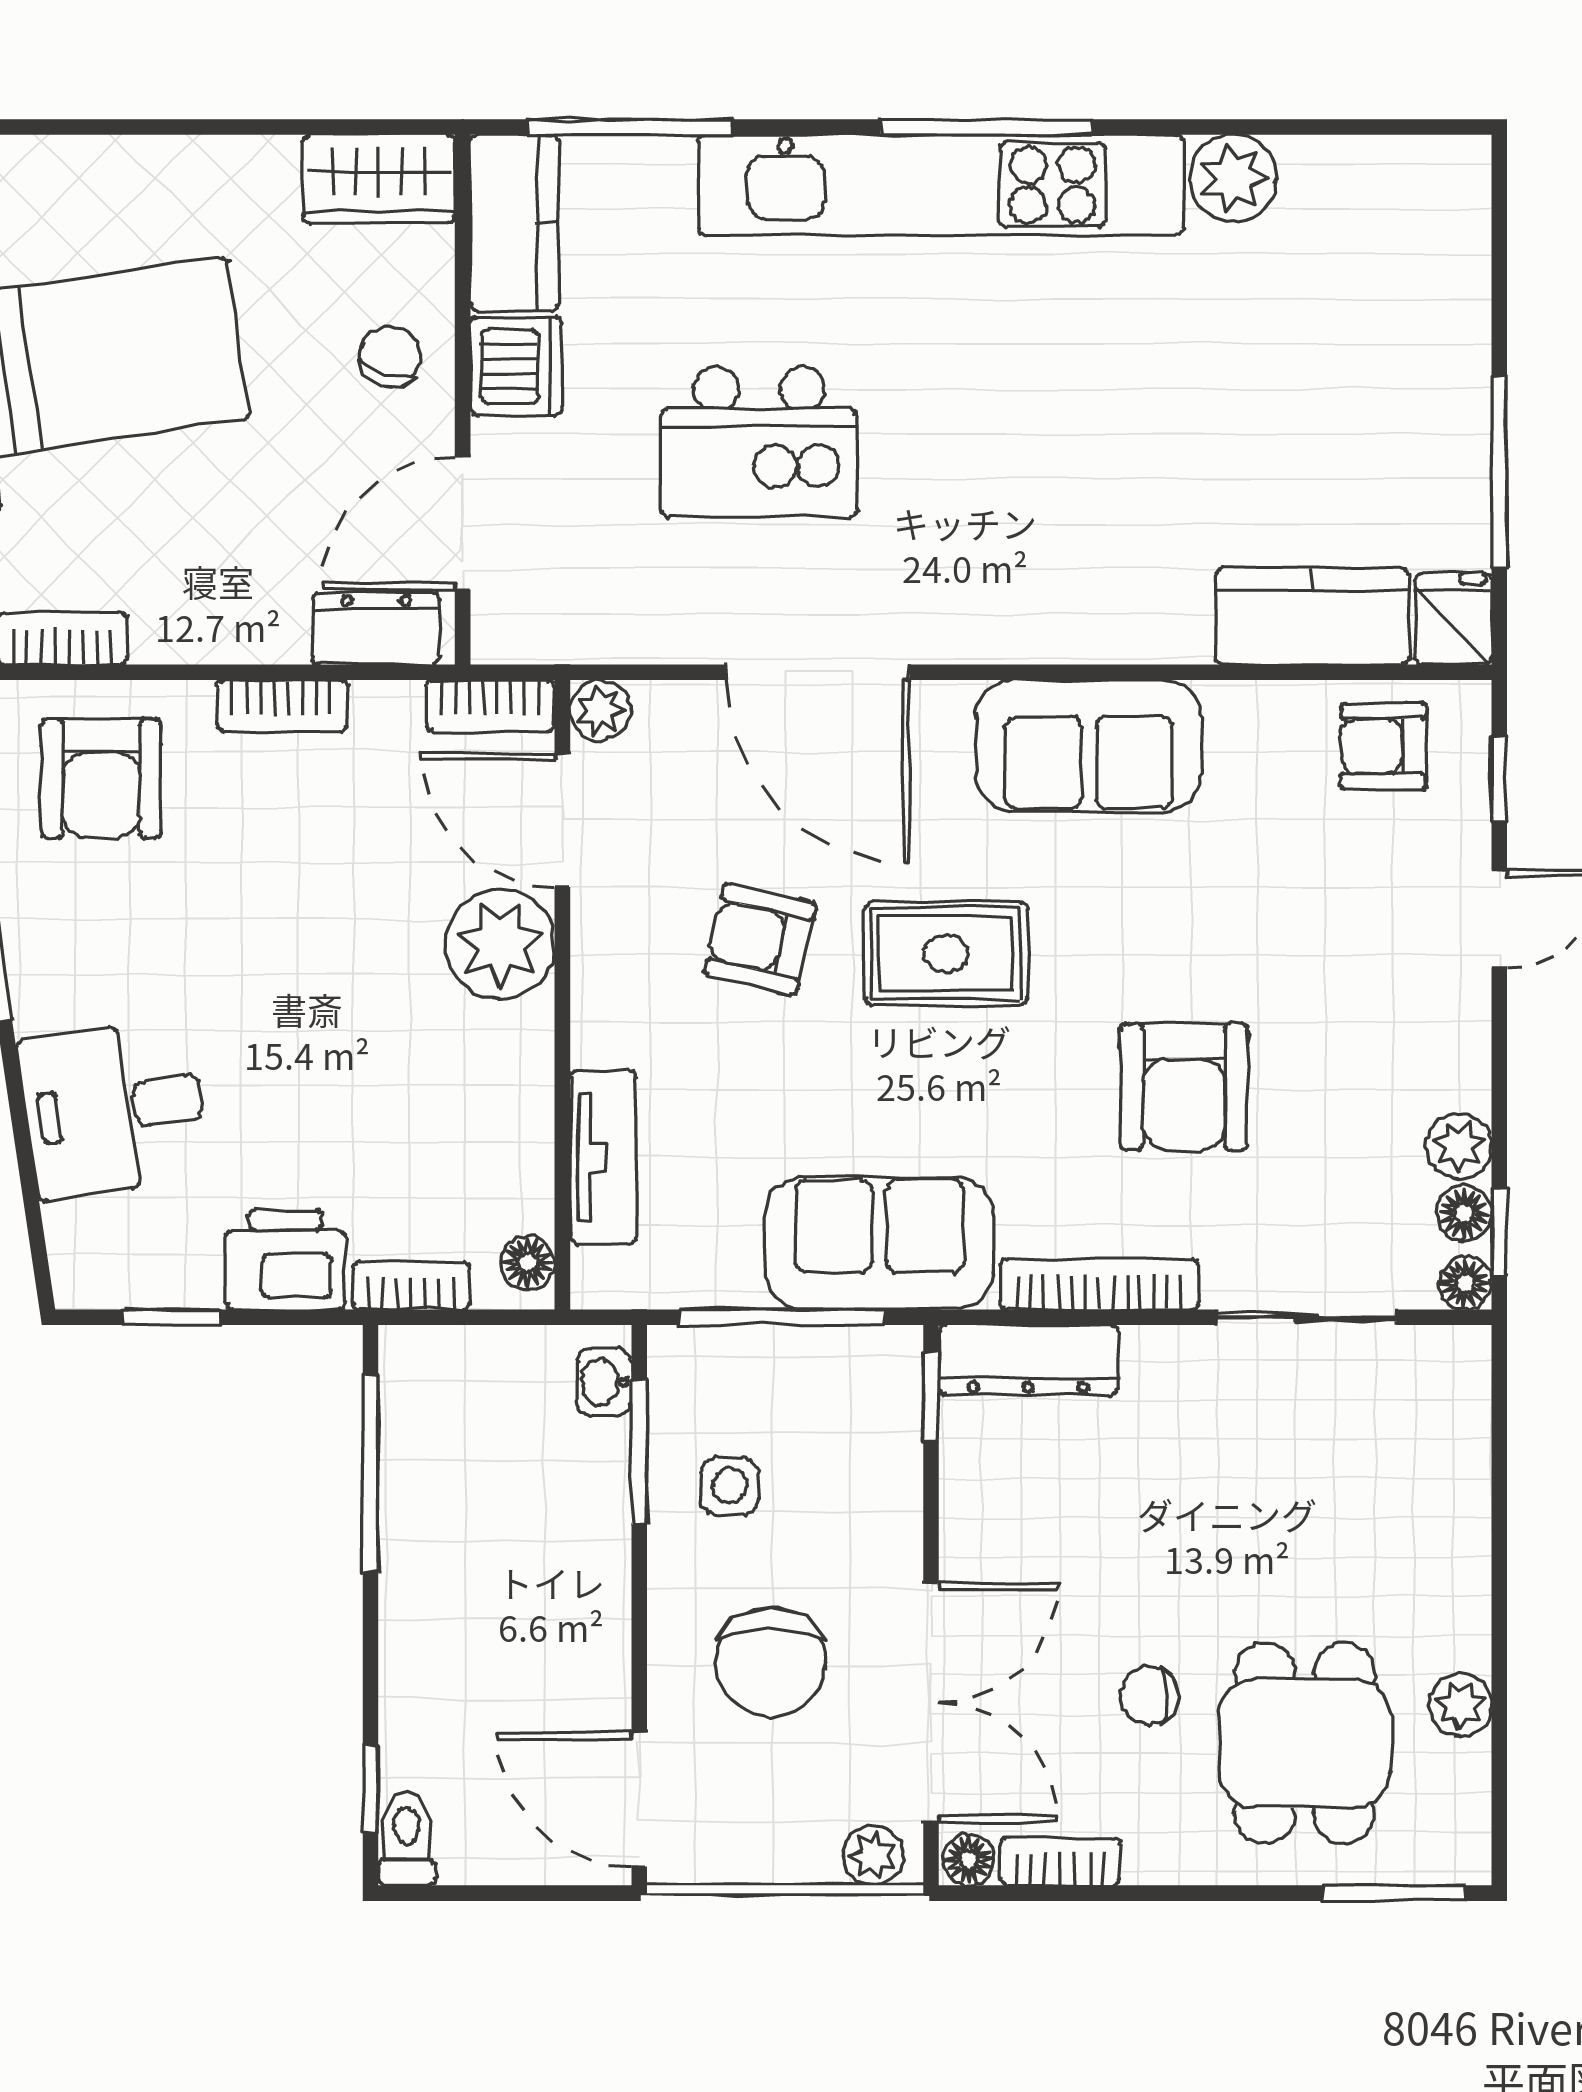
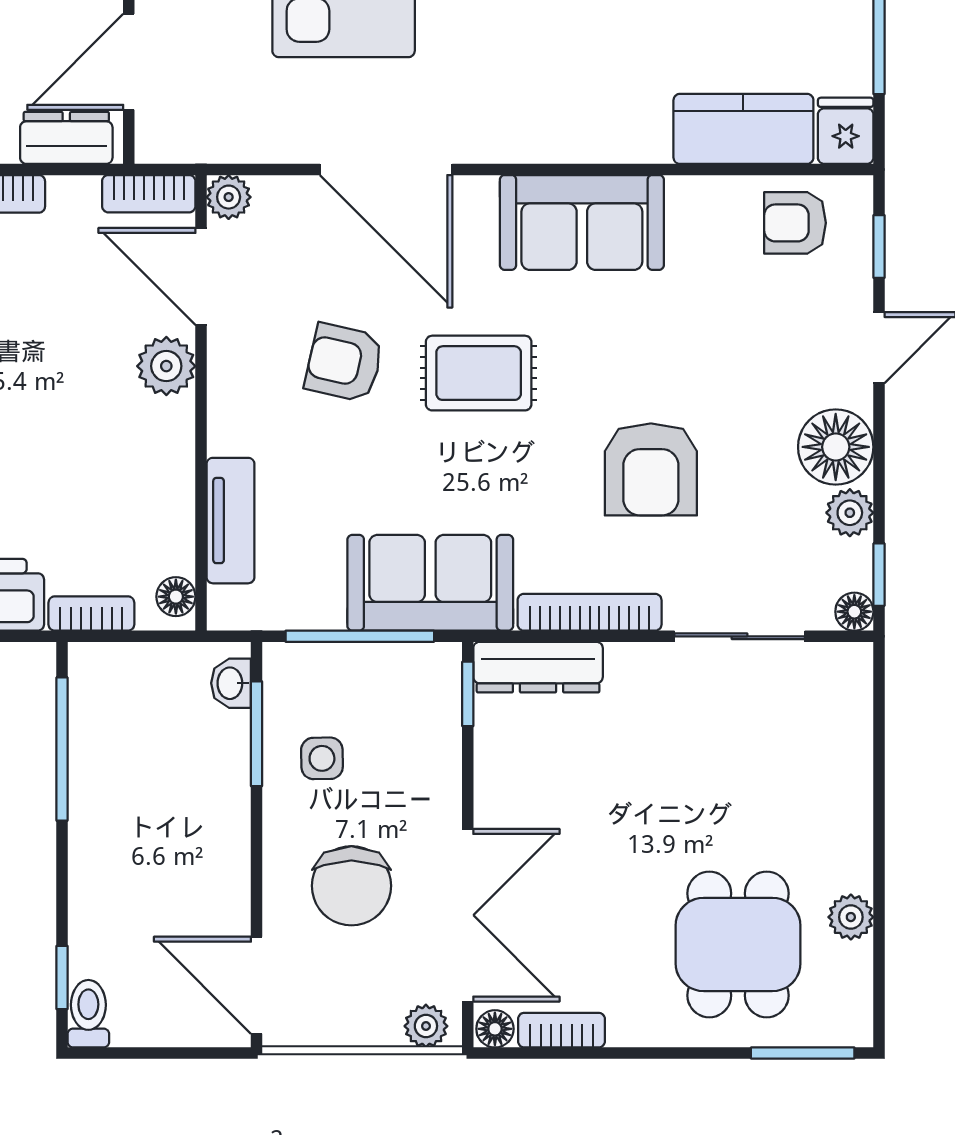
plant: (500, 944) -> (166, 366), width x0.73, depth x0.73
floor lamp: (1464, 1213) -> (836, 447), moved, width x1.89, depth x1.89
chair: (1149, 1696) -> (626, 910), removed

